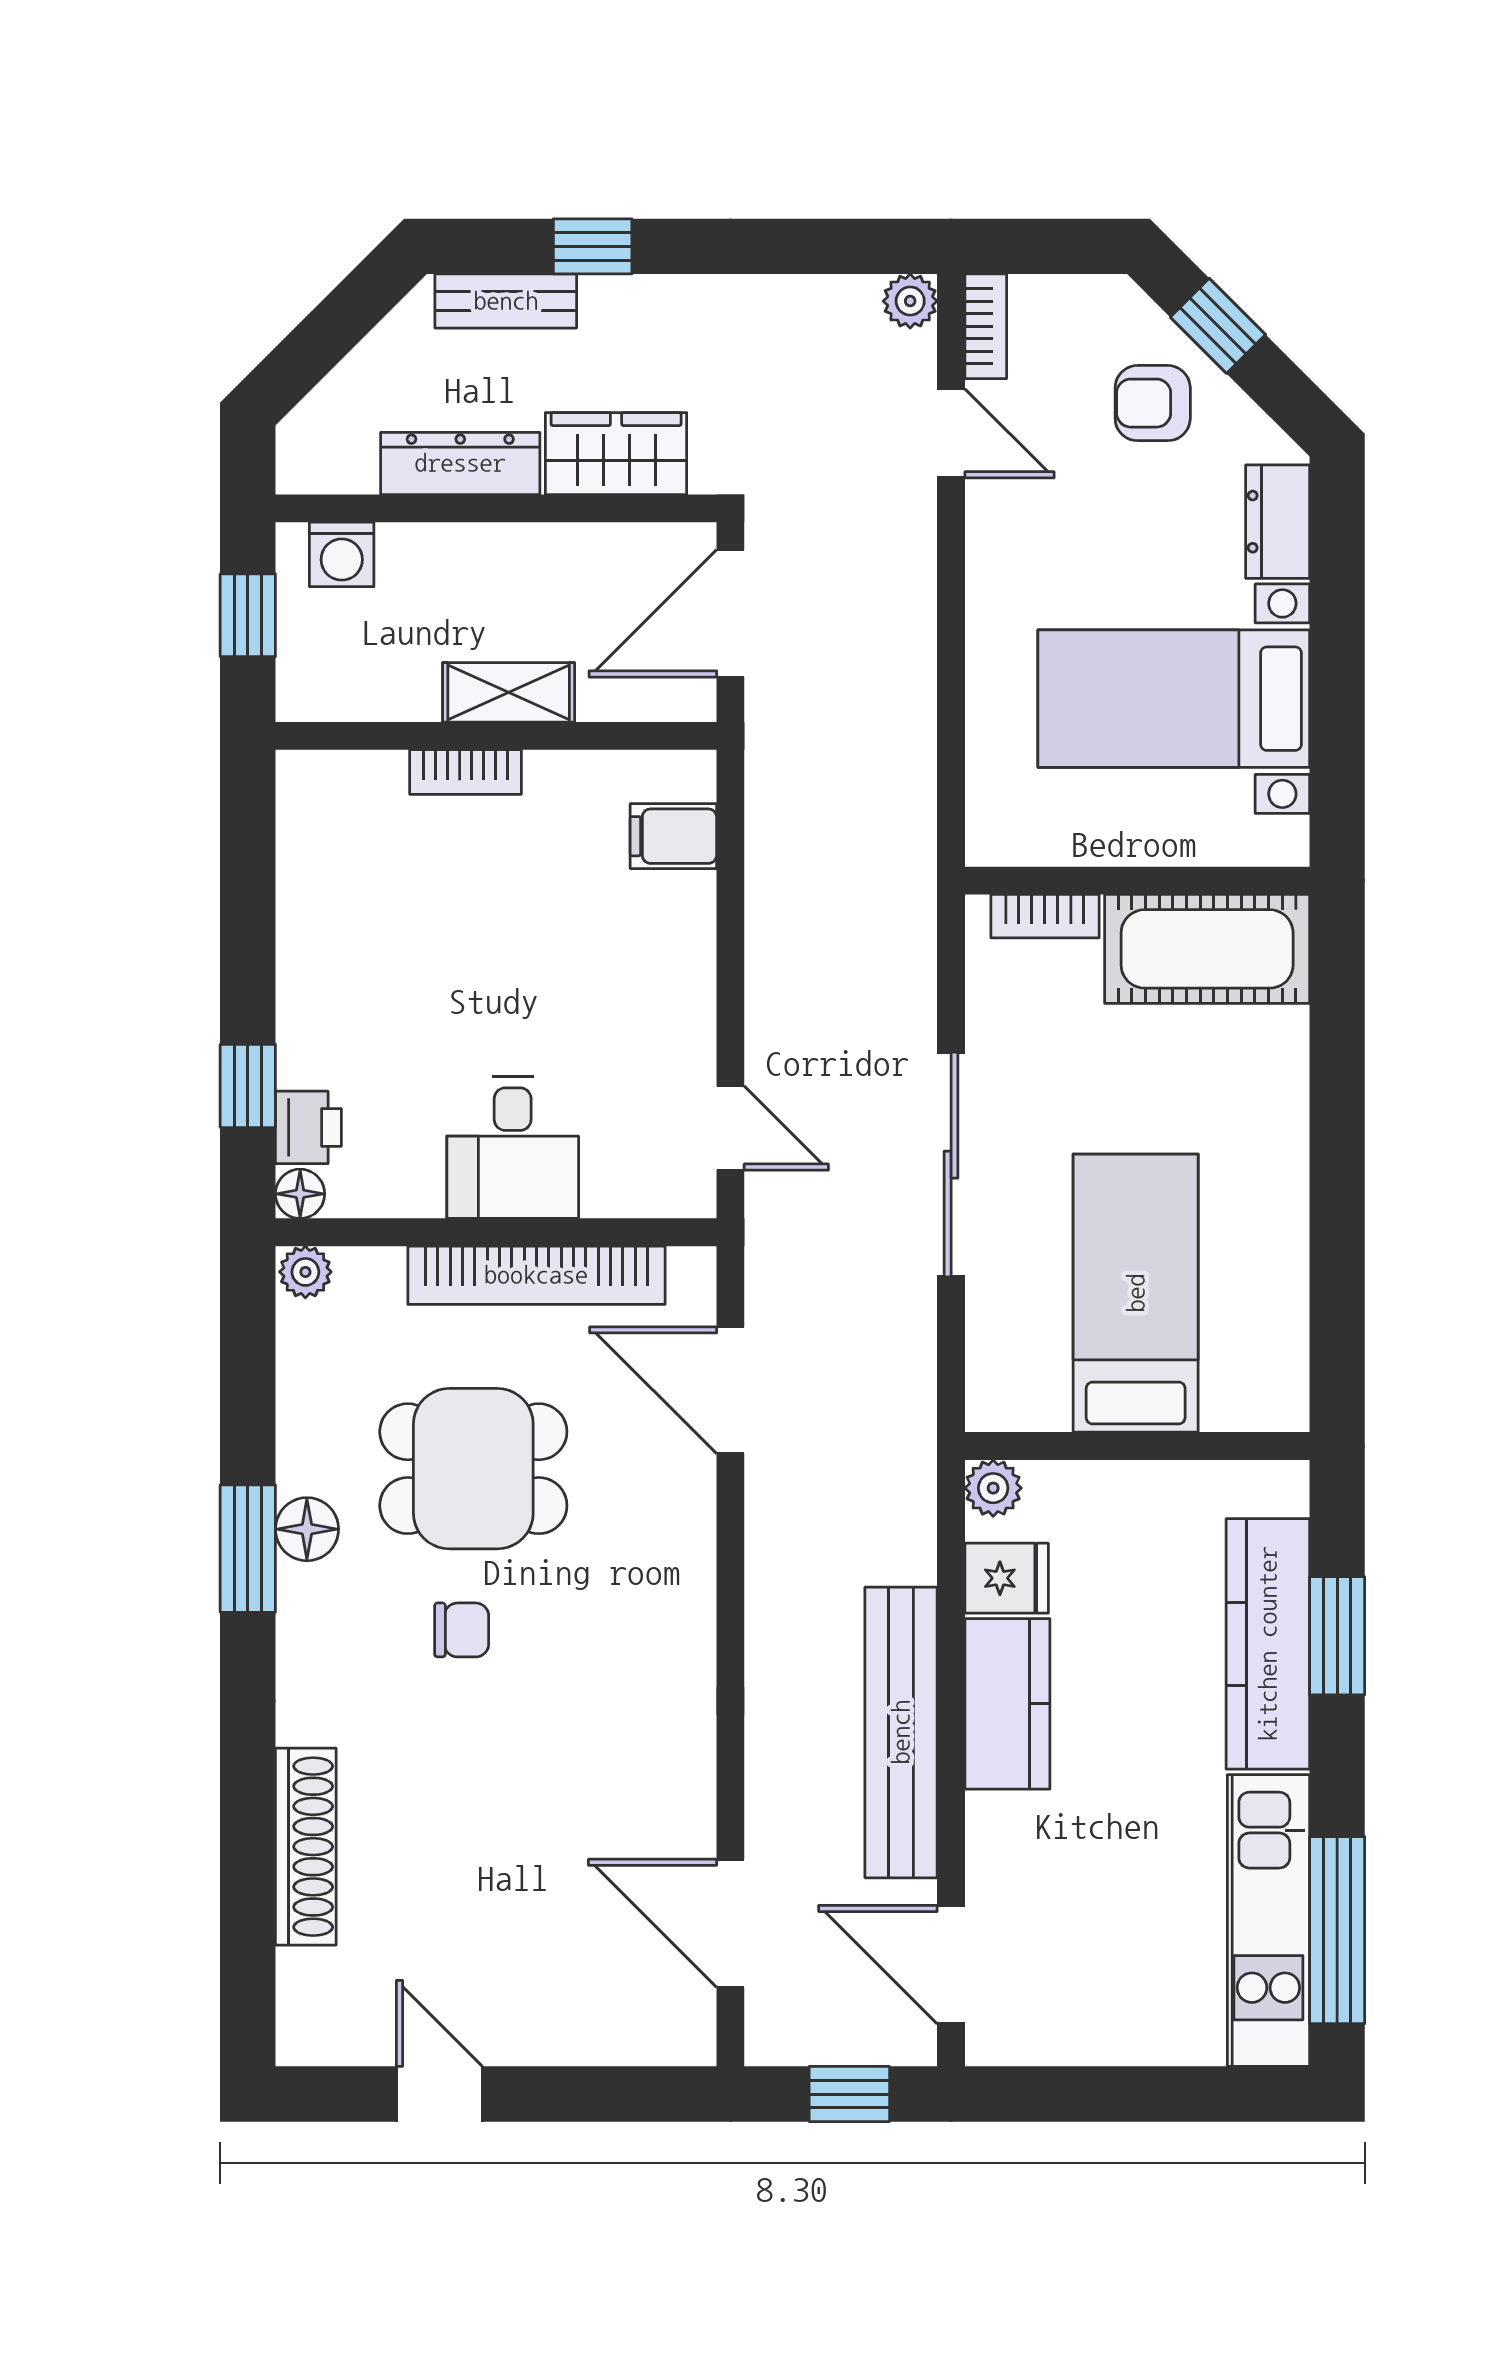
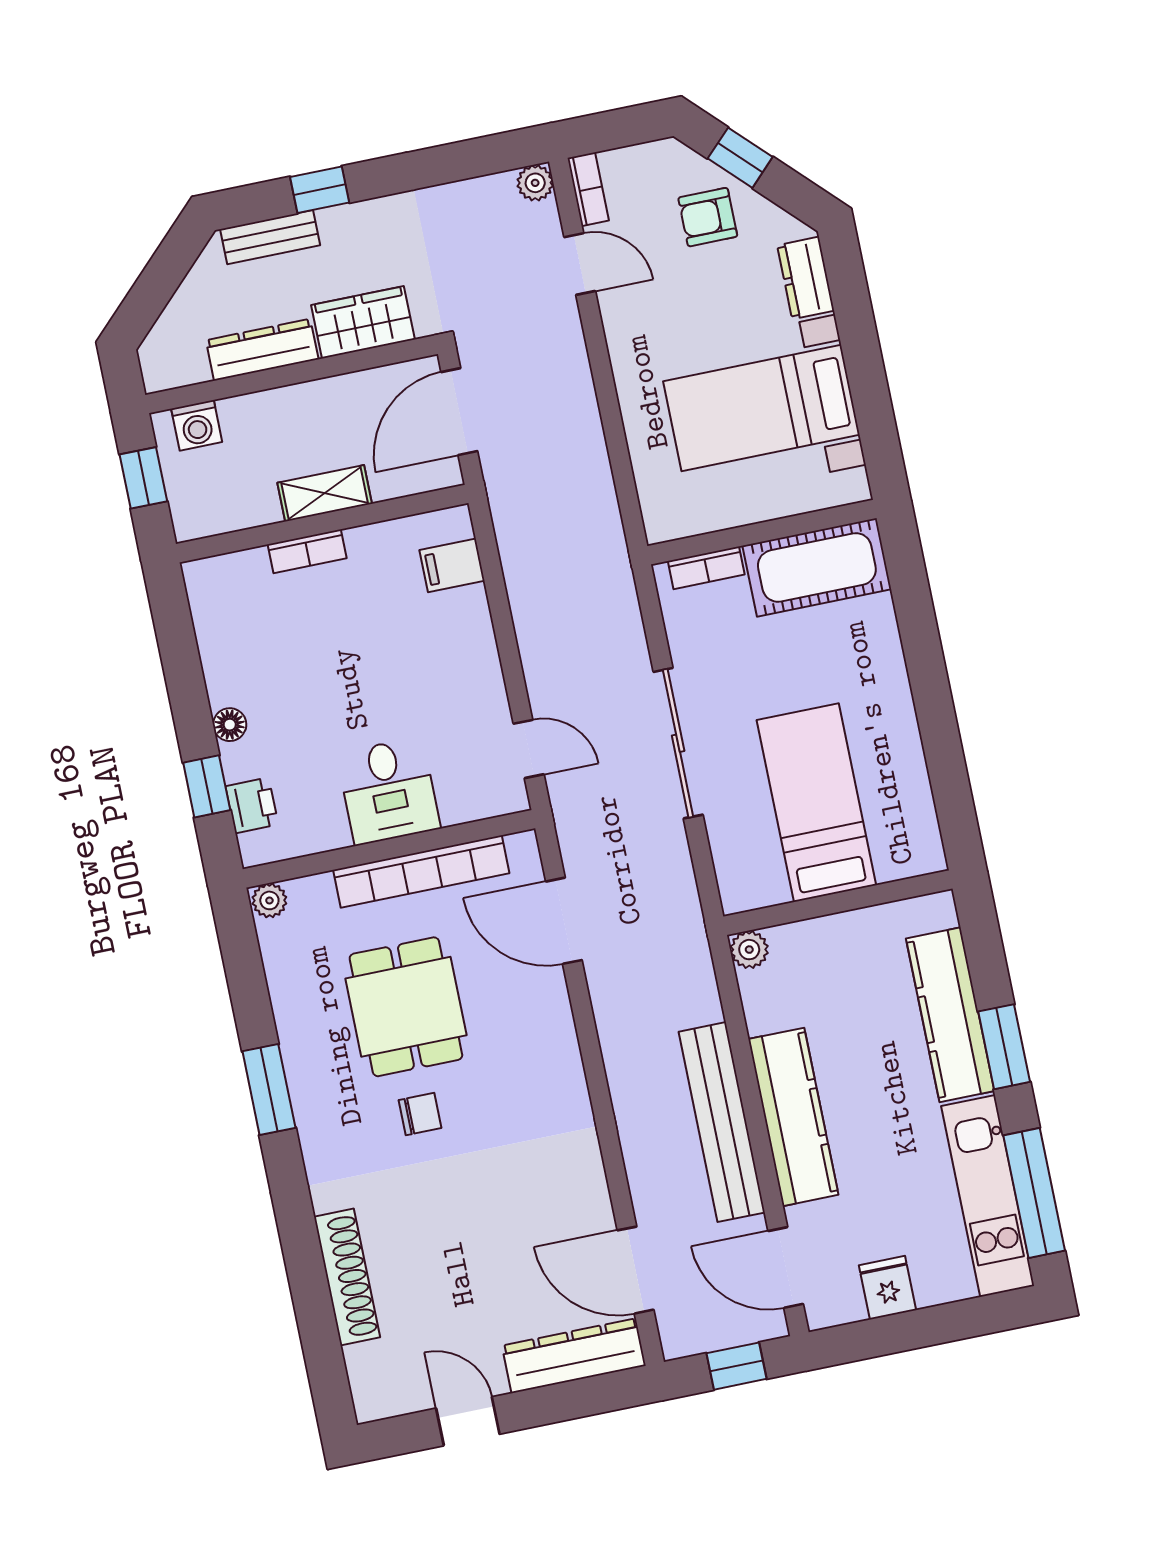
floor lamp: (300, 1194) -> (230, 725), moved
dining table: (473, 1469) -> (406, 1007), turned 90
floor lamp: (307, 1529) -> (305, 1069), removed
fridge: (1007, 1578) -> (887, 1288), moved, turned -90
window: (1337, 1636) -> (1004, 1047), moved
kitchen counter: (1007, 1704) -> (793, 1117), width x1.50
dresser: (614, 2030) -> (574, 1356), added

